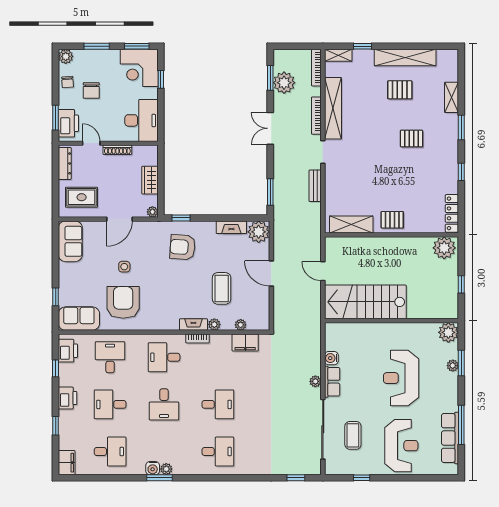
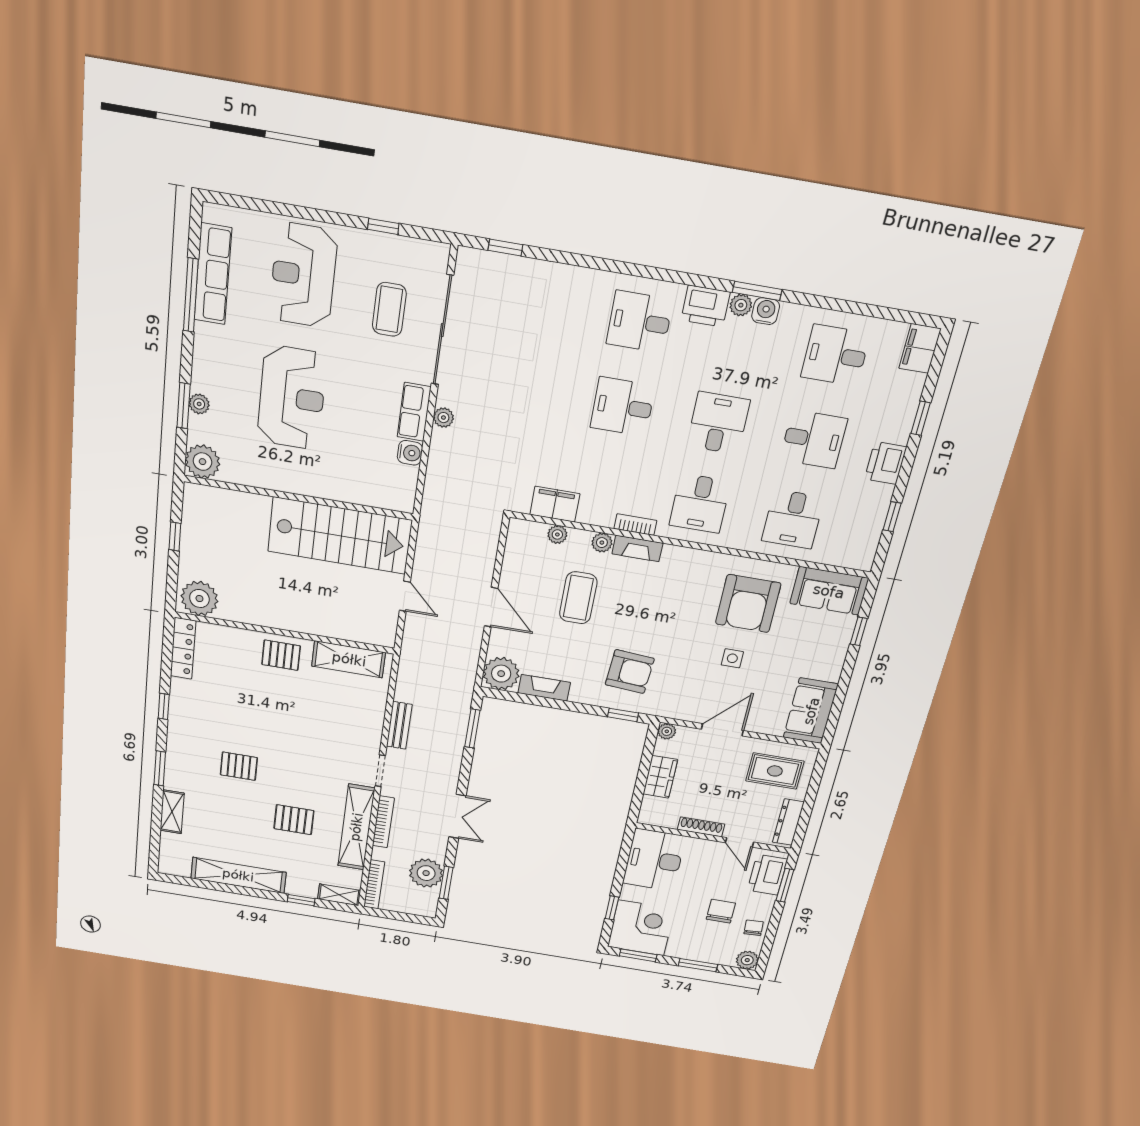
pallet: (400, 90) -> (294, 820), moved
printer: (68, 351) -> (706, 306), moved, turned -90
desk: (164, 357) -> (700, 503), turned 90

